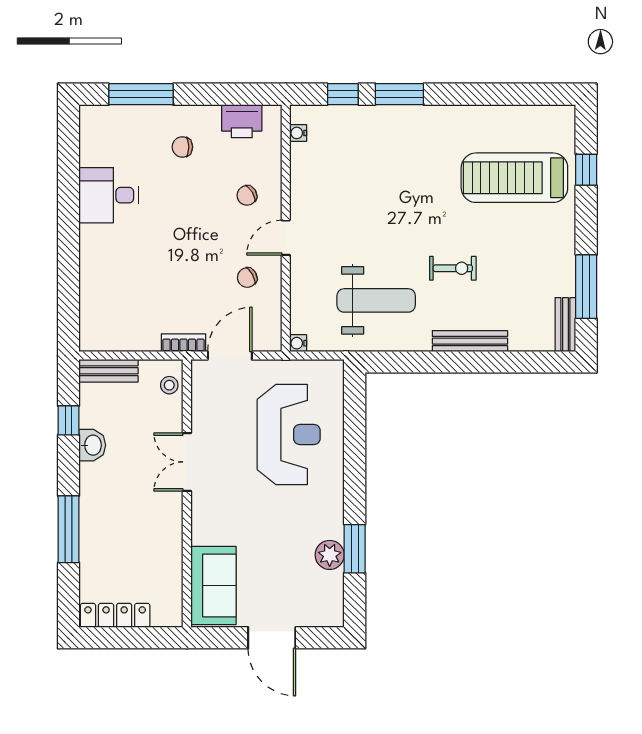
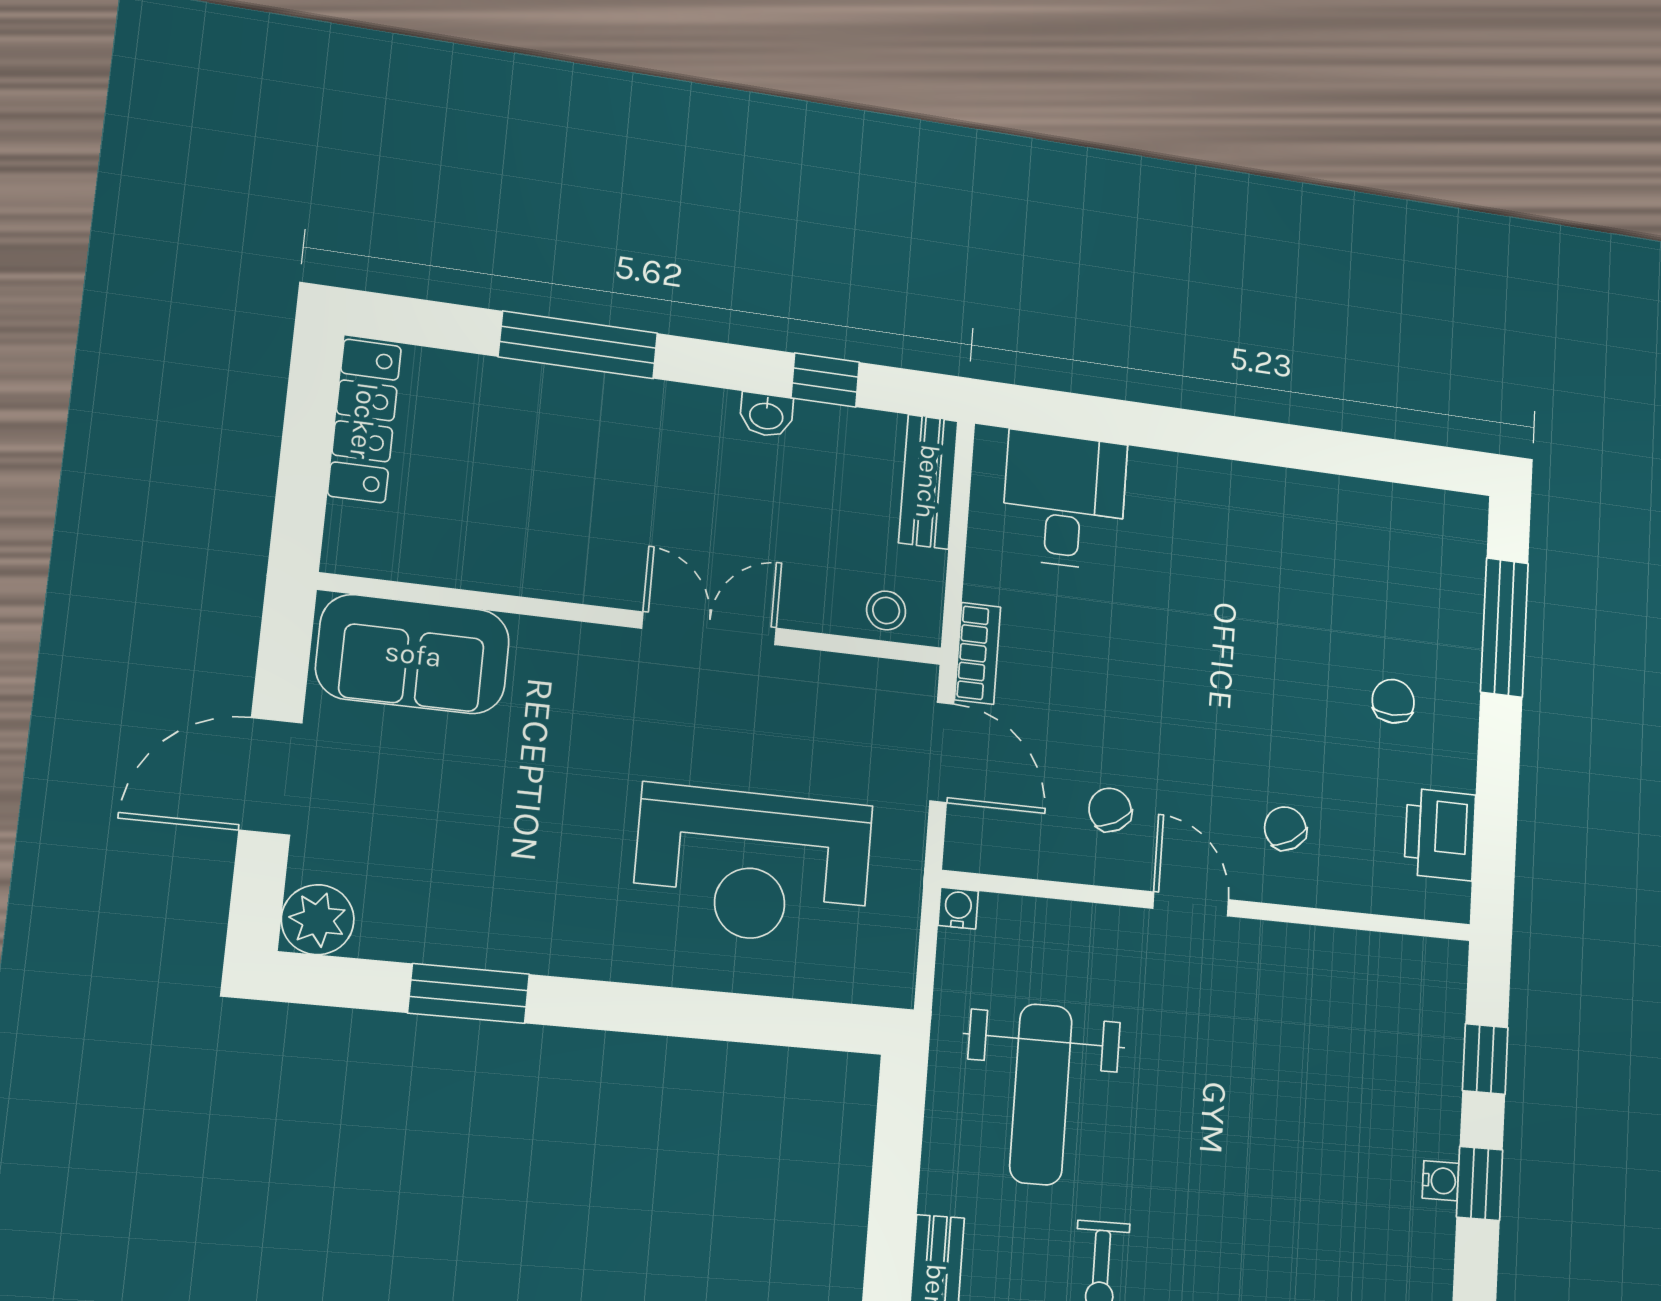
window: (399, 94) -> (1480, 1183), width x0.67
water cooler: (298, 133) -> (1441, 1181), moved, turned 90
desk: (109, 195) -> (1064, 501), moved
washbasin: (92, 445) -> (766, 415), width x0.72, depth x0.69
plant: (330, 555) -> (318, 920), moved

